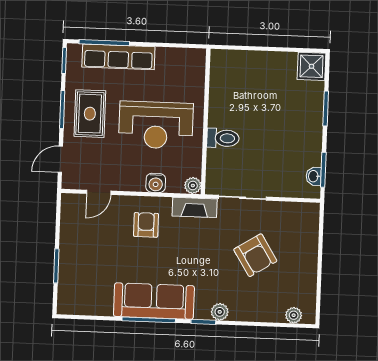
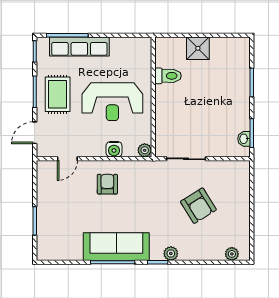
shower: (311, 66) -> (198, 48), moved
toilet: (223, 138) -> (168, 76), moved
fireplace: (195, 207) -> (147, 168), removed

